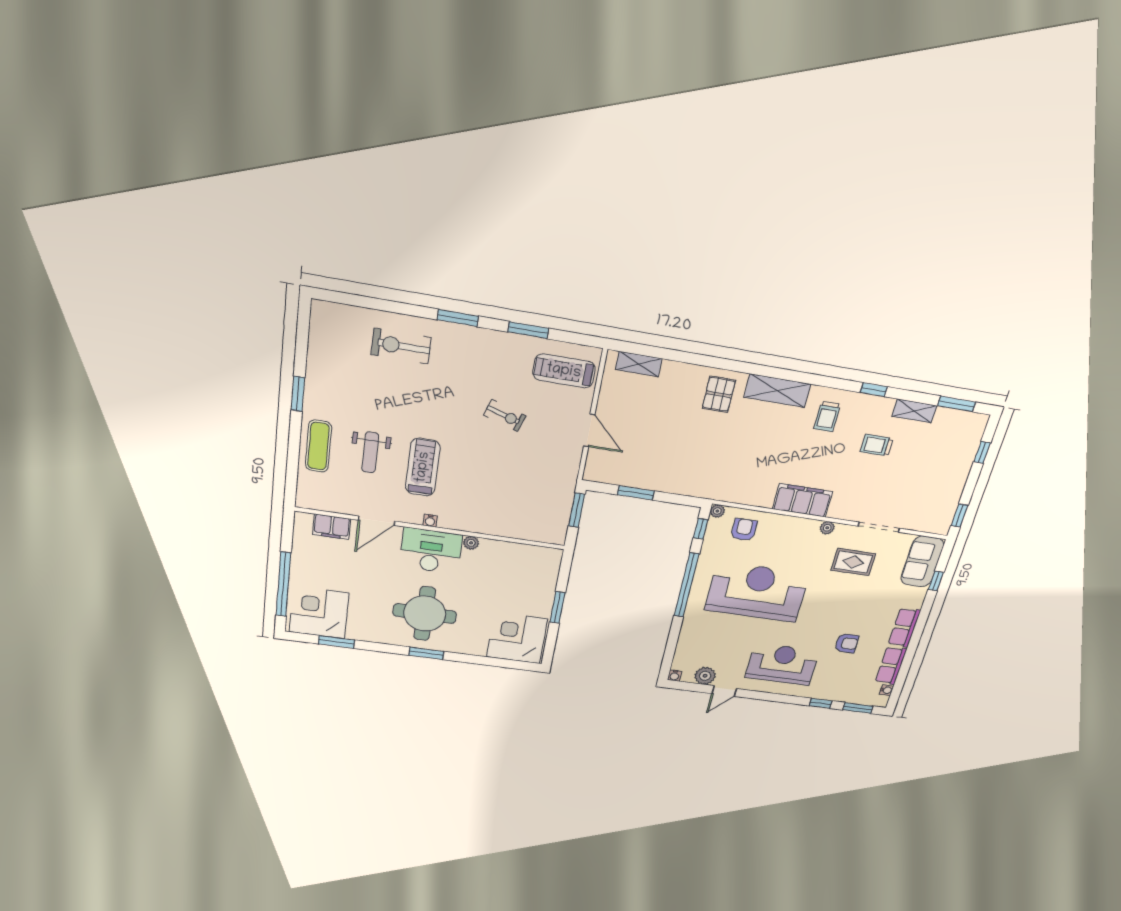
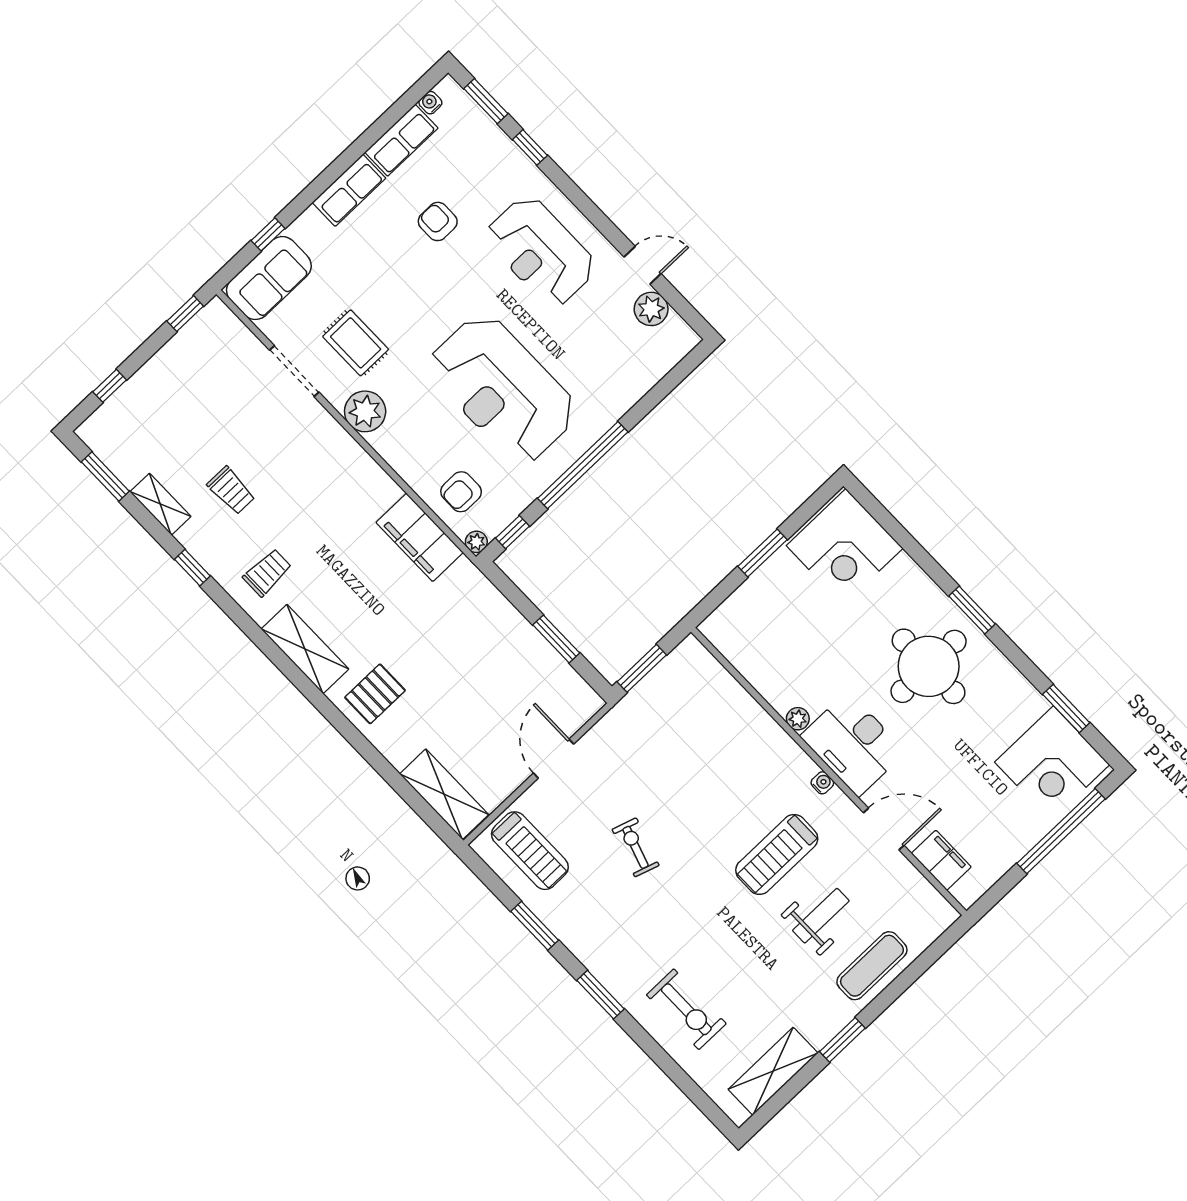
shelving: (321, 347) -> (773, 1071), added
shelving: (639, 364) -> (444, 794), width x1.50, depth x1.33
filing cabinet: (802, 500) -> (420, 537), moved
plant: (827, 528) -> (365, 411), width x1.88, depth x1.88
water cooler: (675, 676) -> (690, 339), removed

